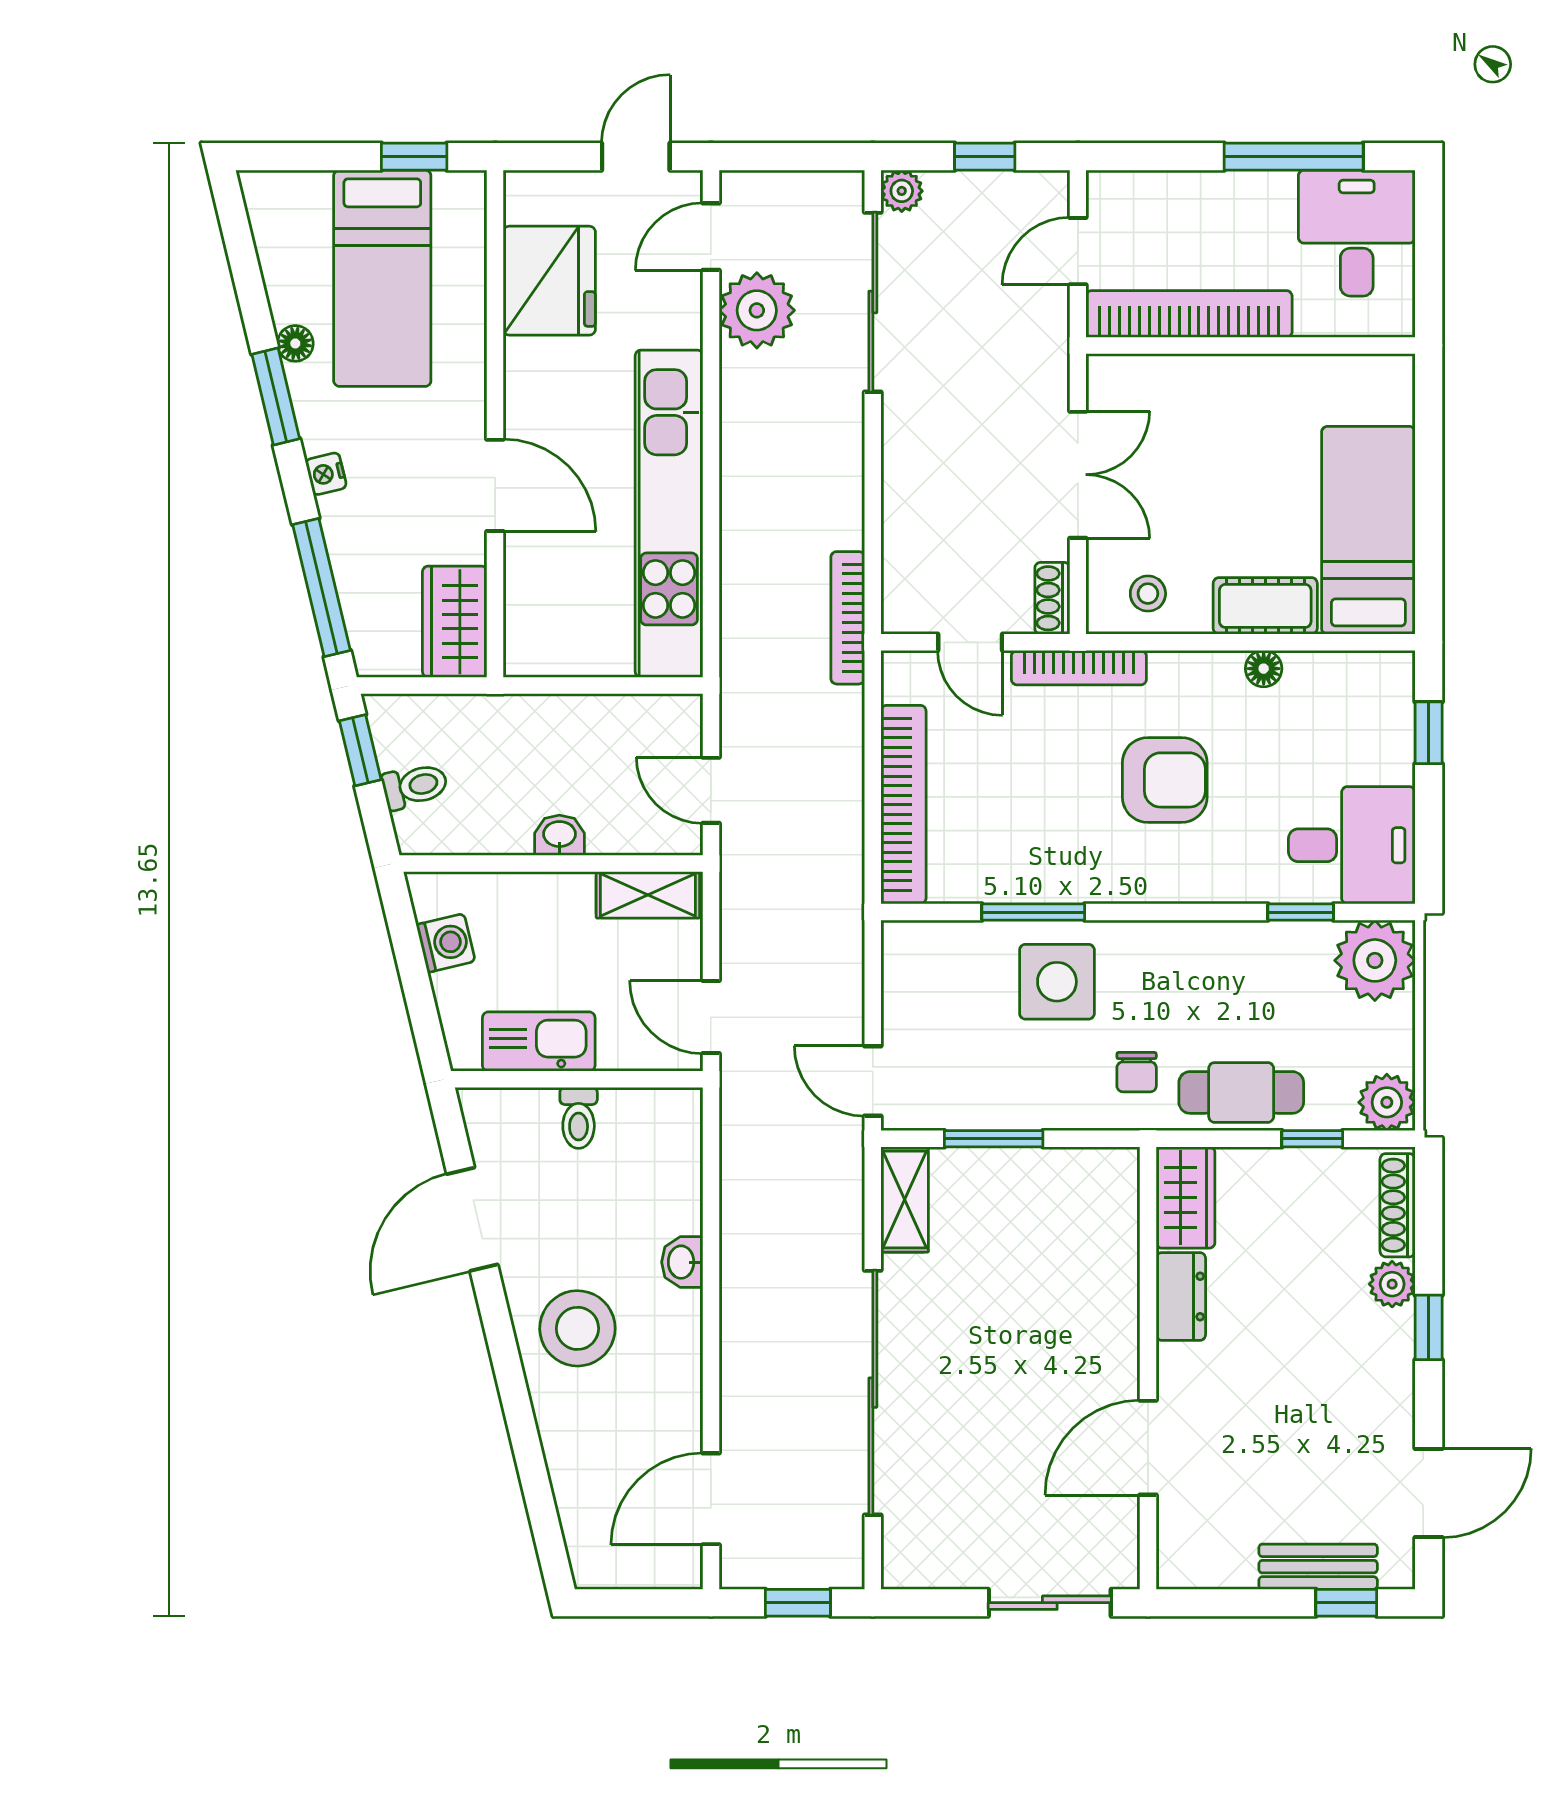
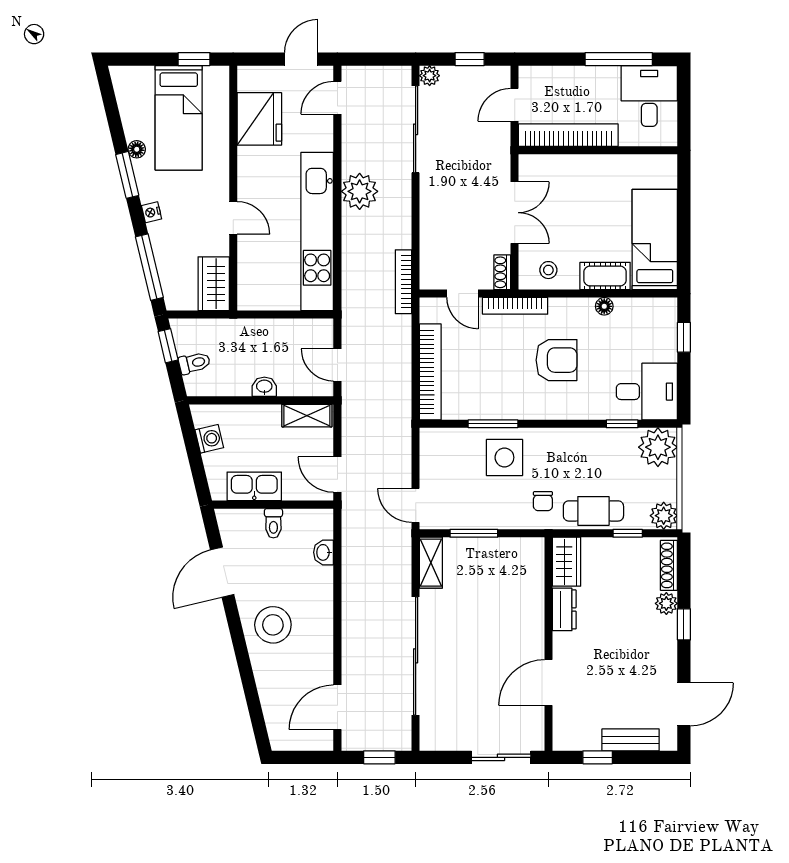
plant: (757, 310) -> (360, 191), moved
door: (495, 485) -> (233, 218), width x0.73
washbasin: (682, 1262) -> (324, 552), moved
window: (1346, 1603) -> (598, 757), moved

